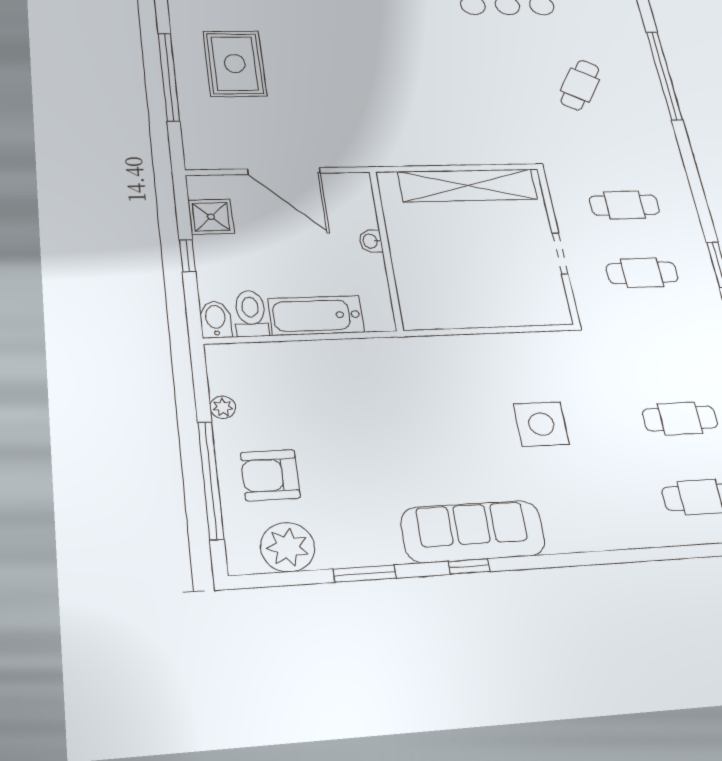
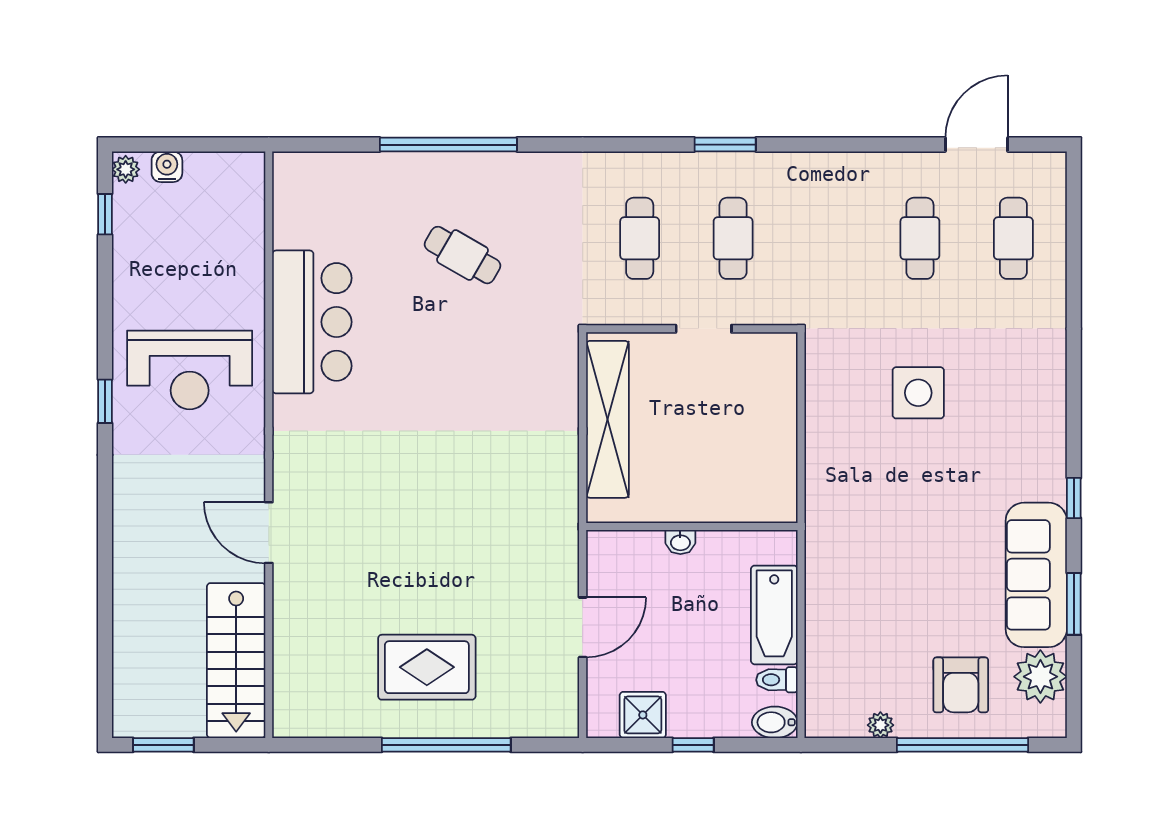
door: (284, 171) -> (583, 627), width x0.73
toilet: (251, 313) -> (777, 680), width x0.73, depth x0.72
sofa: (473, 532) -> (1036, 575), moved

